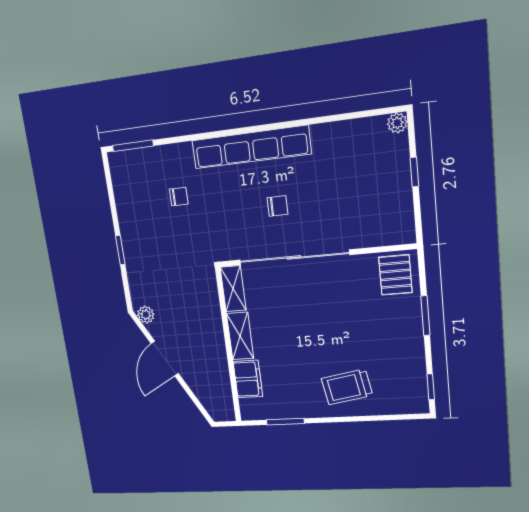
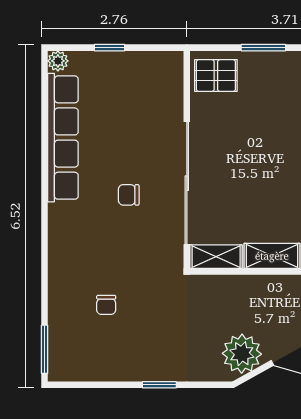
row of seats: (251, 147) -> (63, 138), moved
chair: (179, 197) -> (106, 305), turned 180
chair: (277, 206) -> (129, 195), turned -90
plant: (146, 315) -> (242, 354), width x1.88, depth x1.88

